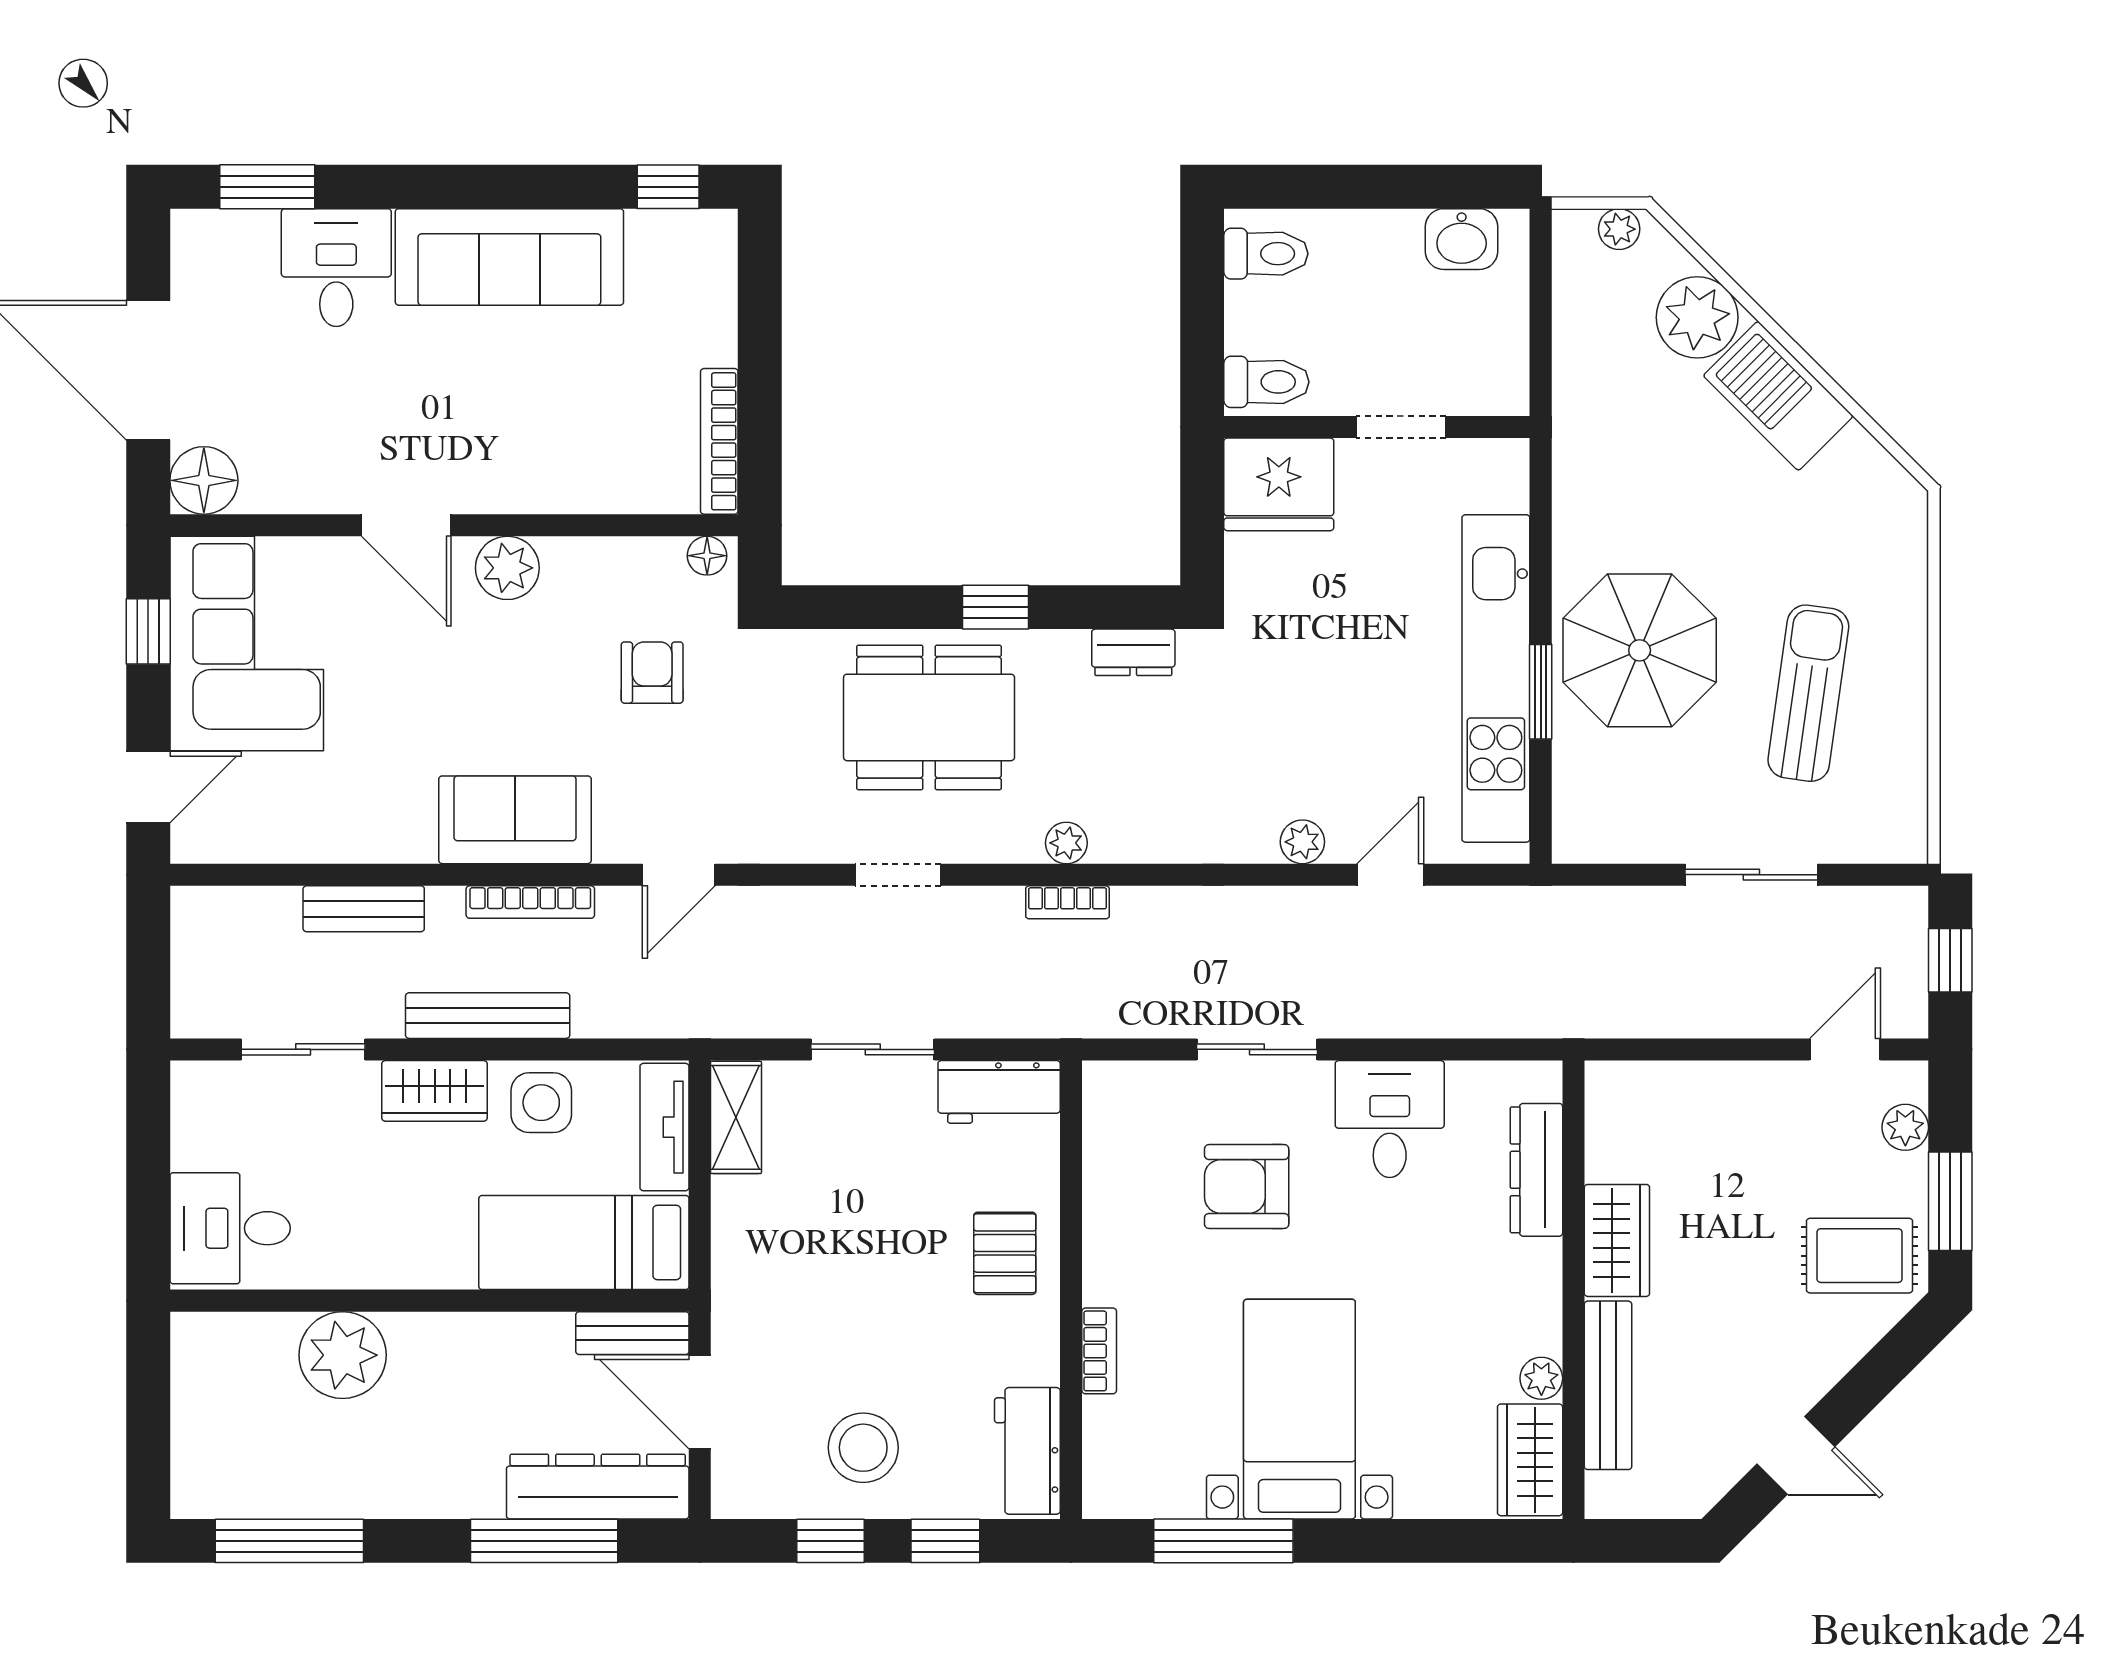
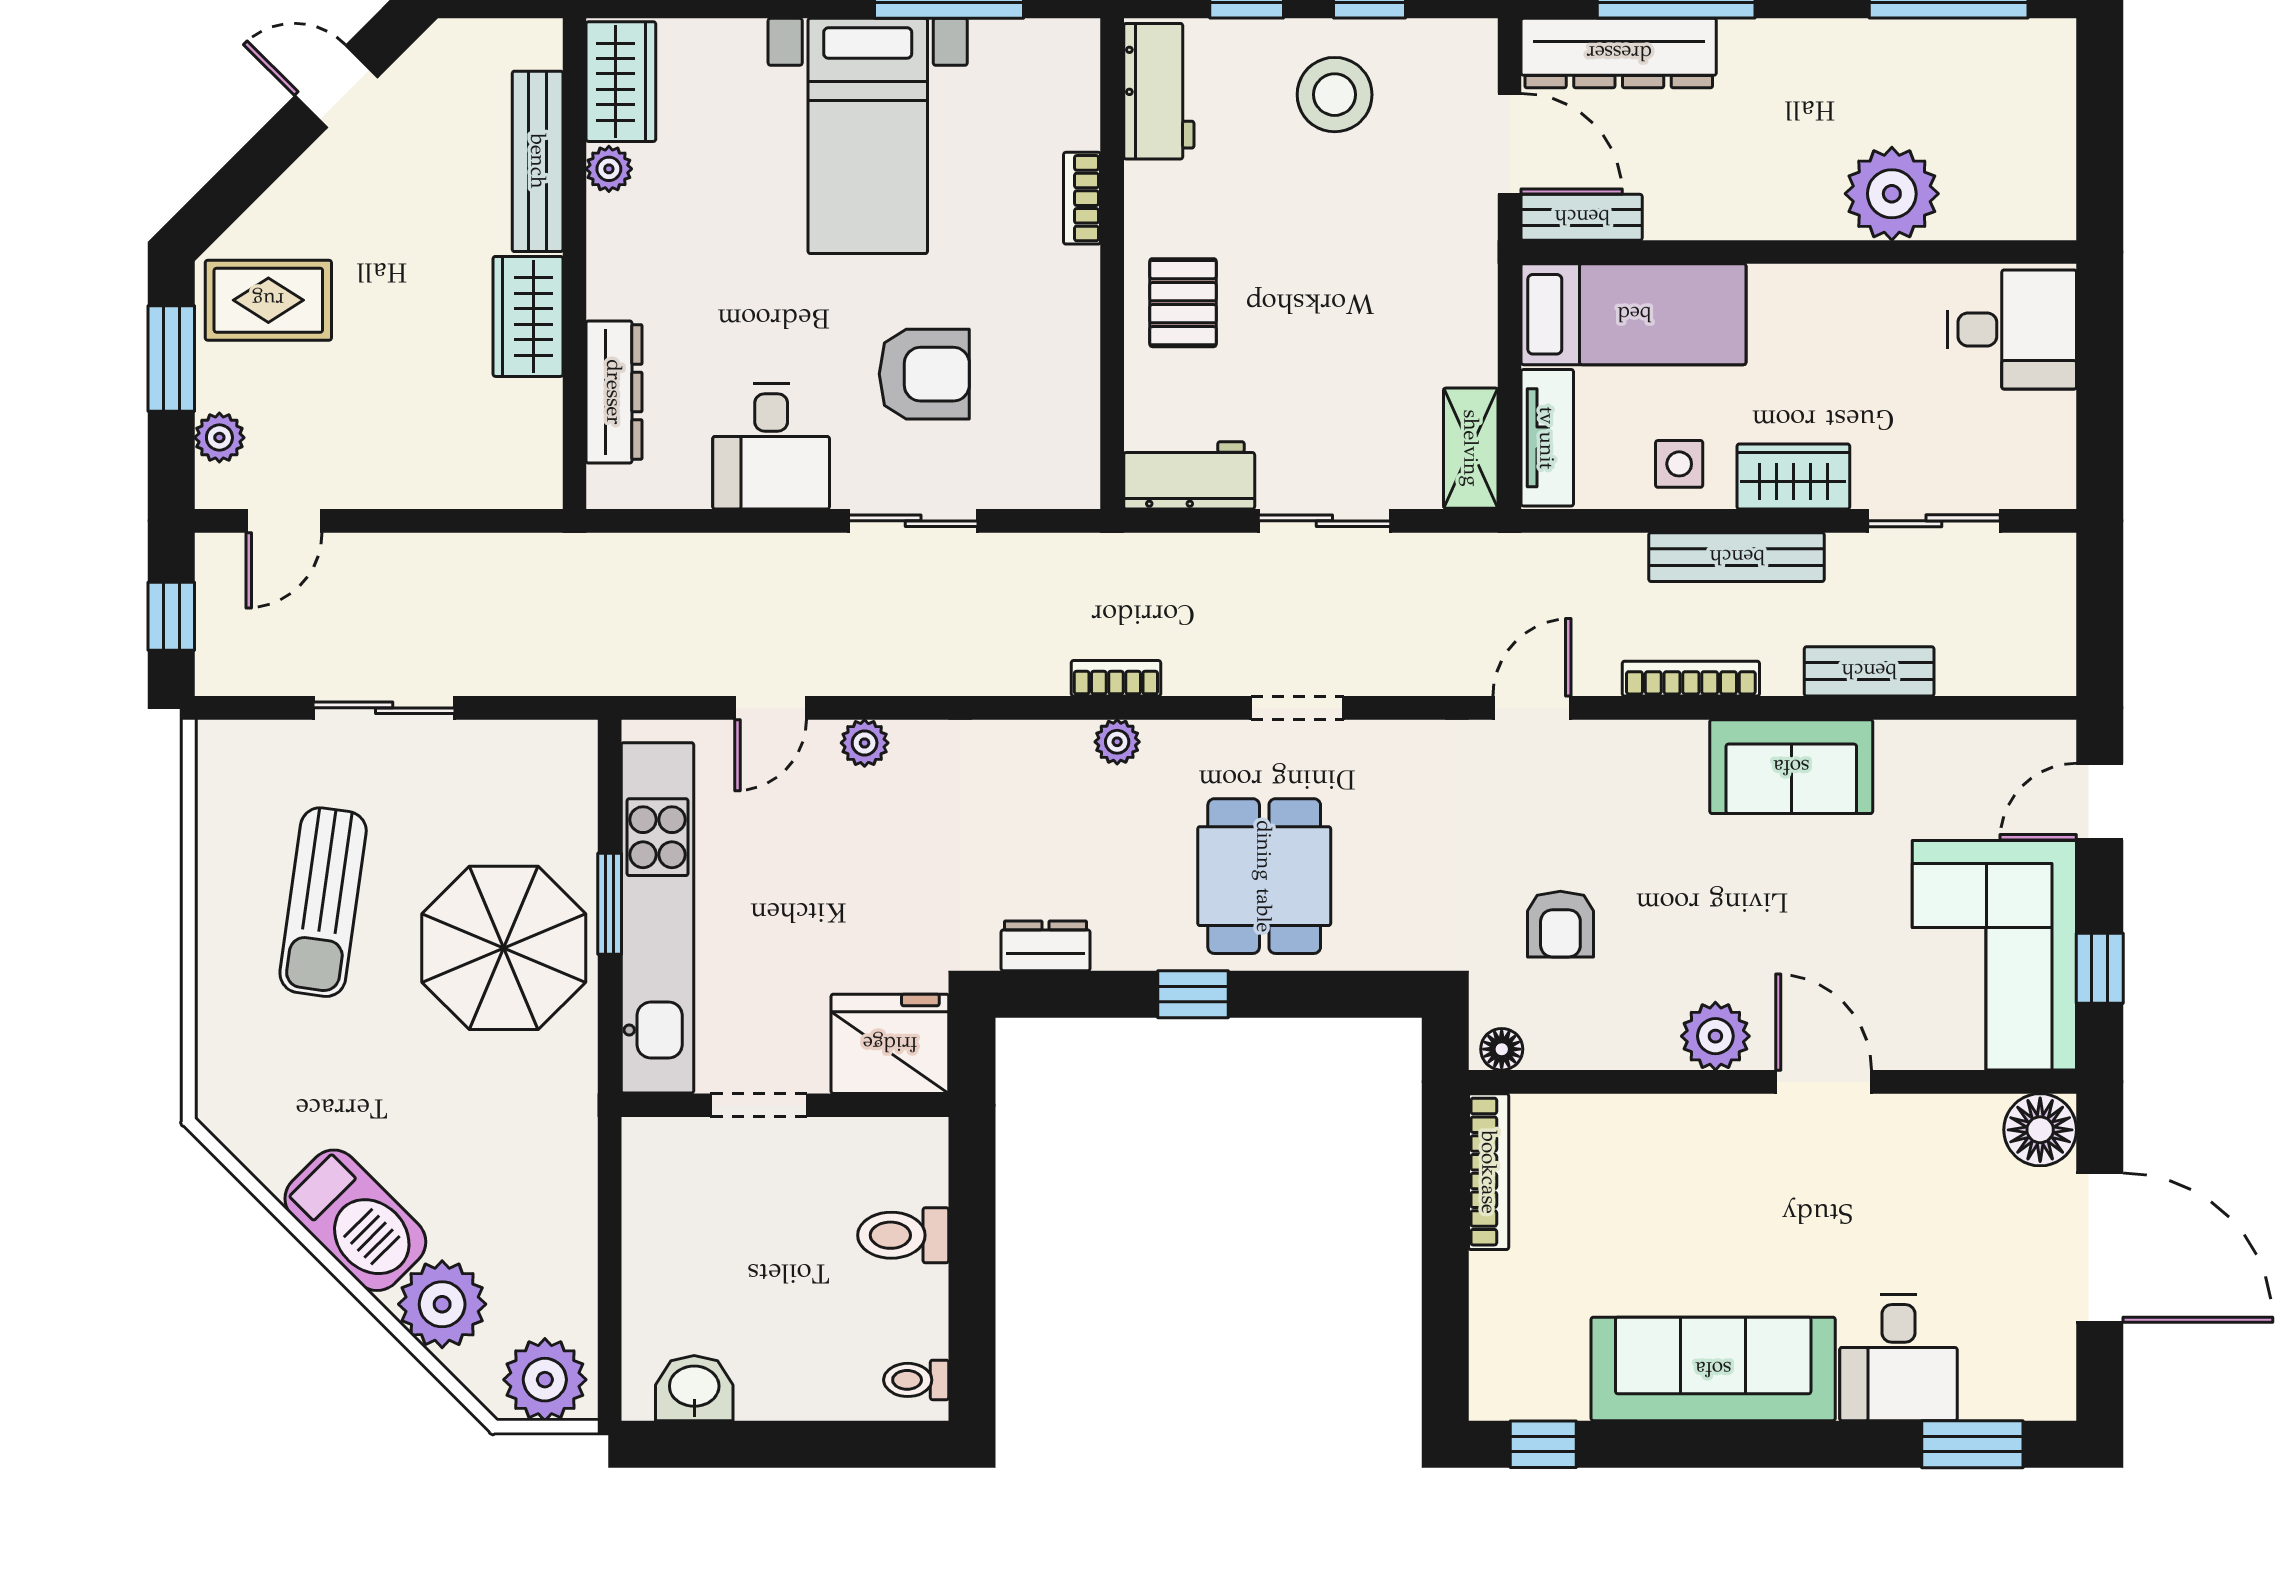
plant: (1619, 229) -> (545, 1380), width x1.87, depth x1.87
toilet: (1266, 254) -> (916, 1380), width x0.73, depth x0.72
wall: (1377, 427) -> (785, 1105), moved
doorway: (1401, 427) -> (759, 1105), moved
fridge: (1279, 484) -> (890, 1044), moved
dining table: (929, 717) -> (1264, 876), width x0.73
sofa: (515, 820) -> (1791, 767), moved
side table: (541, 1103) -> (1679, 464), width x0.73, depth x0.73

